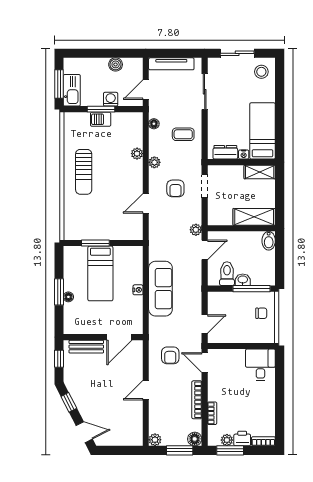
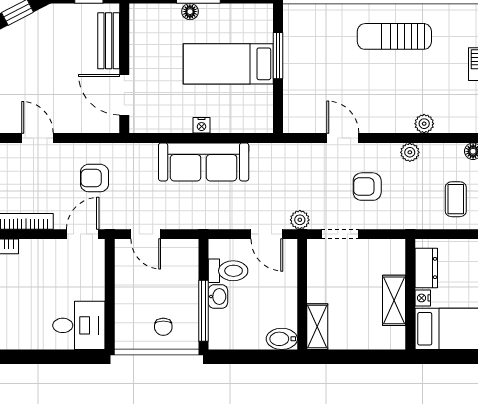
shelving: (260, 172) -> (394, 300), moved
doorway: (205, 186) -> (340, 234), moved
shelving: (254, 217) -> (317, 327), width x0.67, depth x0.75

